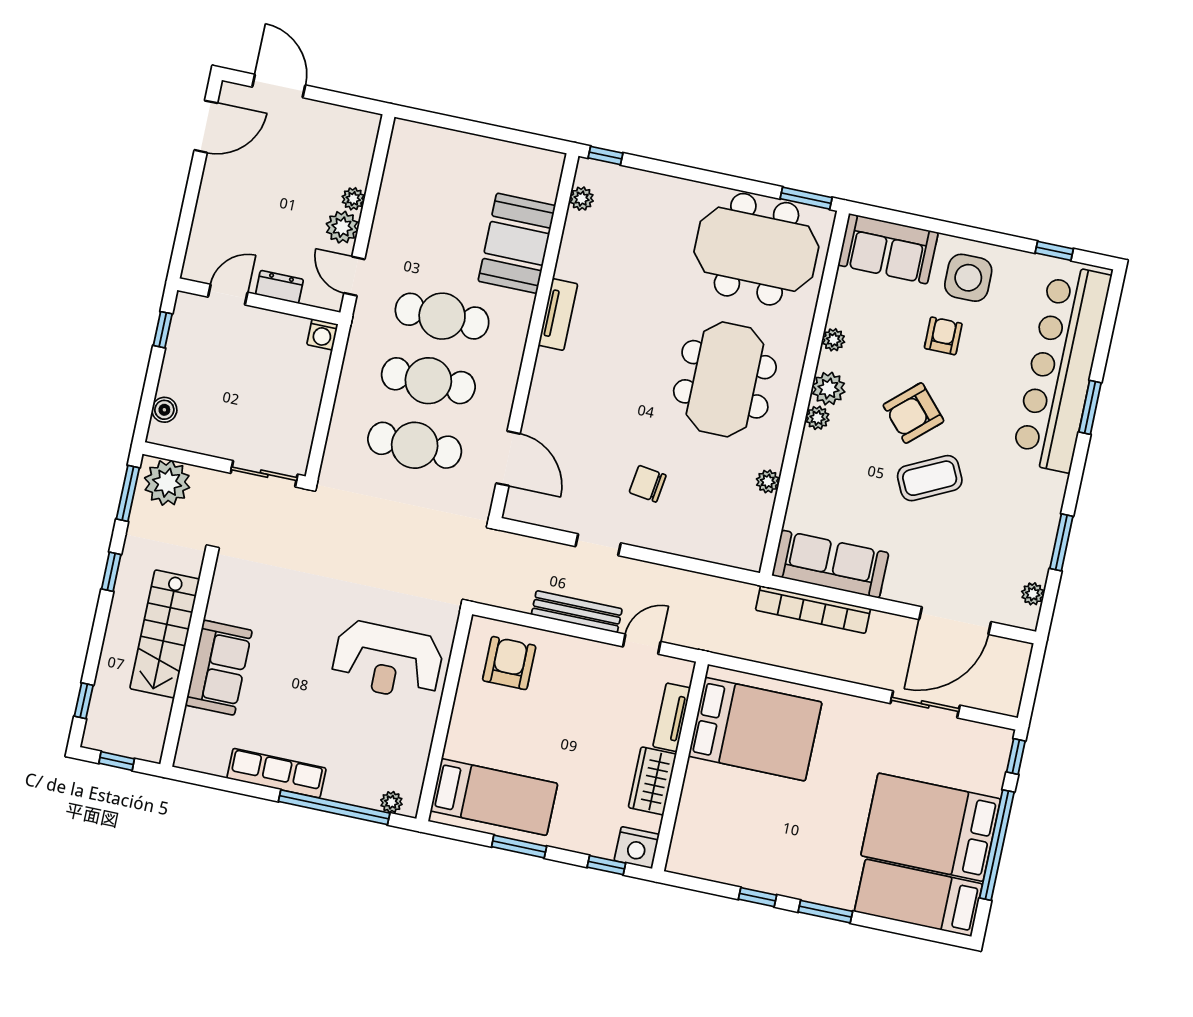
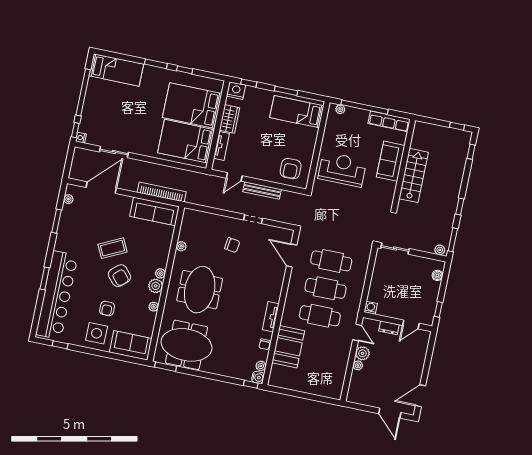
water cooler: (589, 172) -> (258, 377), added
chair: (573, 250) -> (265, 344), added
armchair: (913, 413) -> (119, 276), turned 91
plant: (167, 483) -> (440, 250), width x0.53, depth x0.53
stairs: (165, 634) -> (414, 175), moved
wall: (188, 662) -> (404, 164), moved
sofa: (219, 668) -> (391, 161), moved
nightstand: (1003, 738) -> (81, 138), added
bed: (931, 827) -> (192, 106), moved, turned 180

